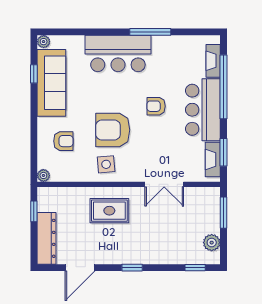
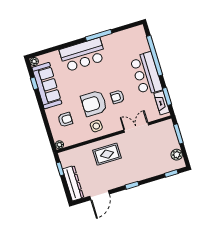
fireplace: (213, 61) -> (143, 41), removed
armchair: (156, 106) -> (117, 97), moved
double door: (164, 184) -> (136, 127), swing flipped

